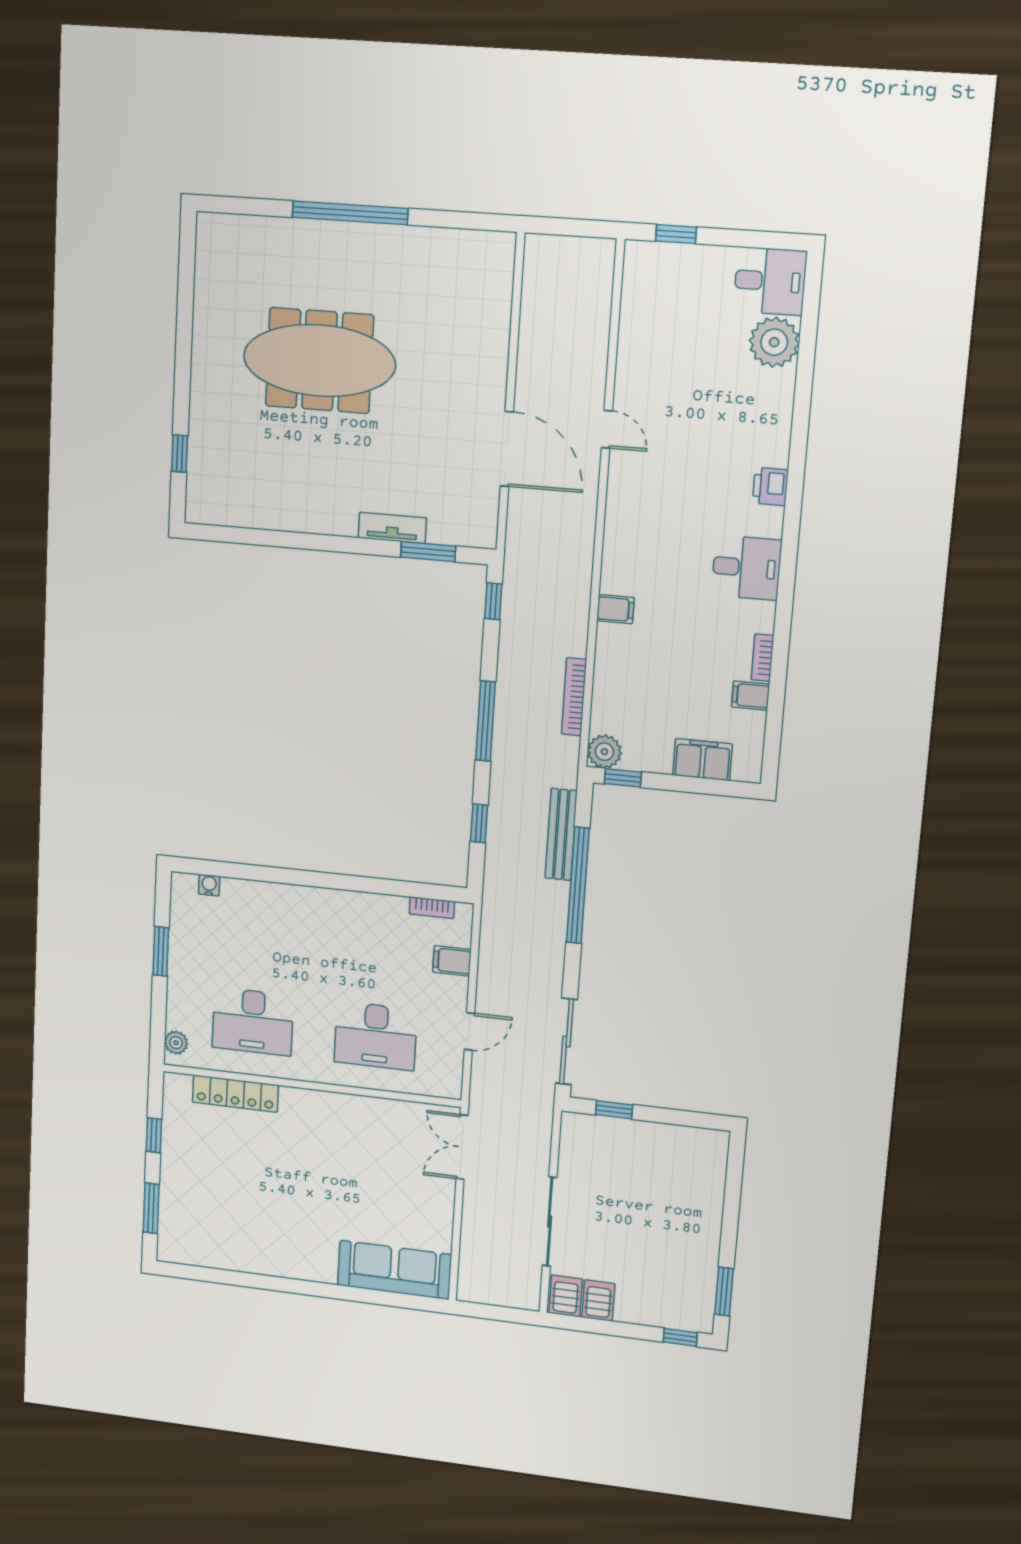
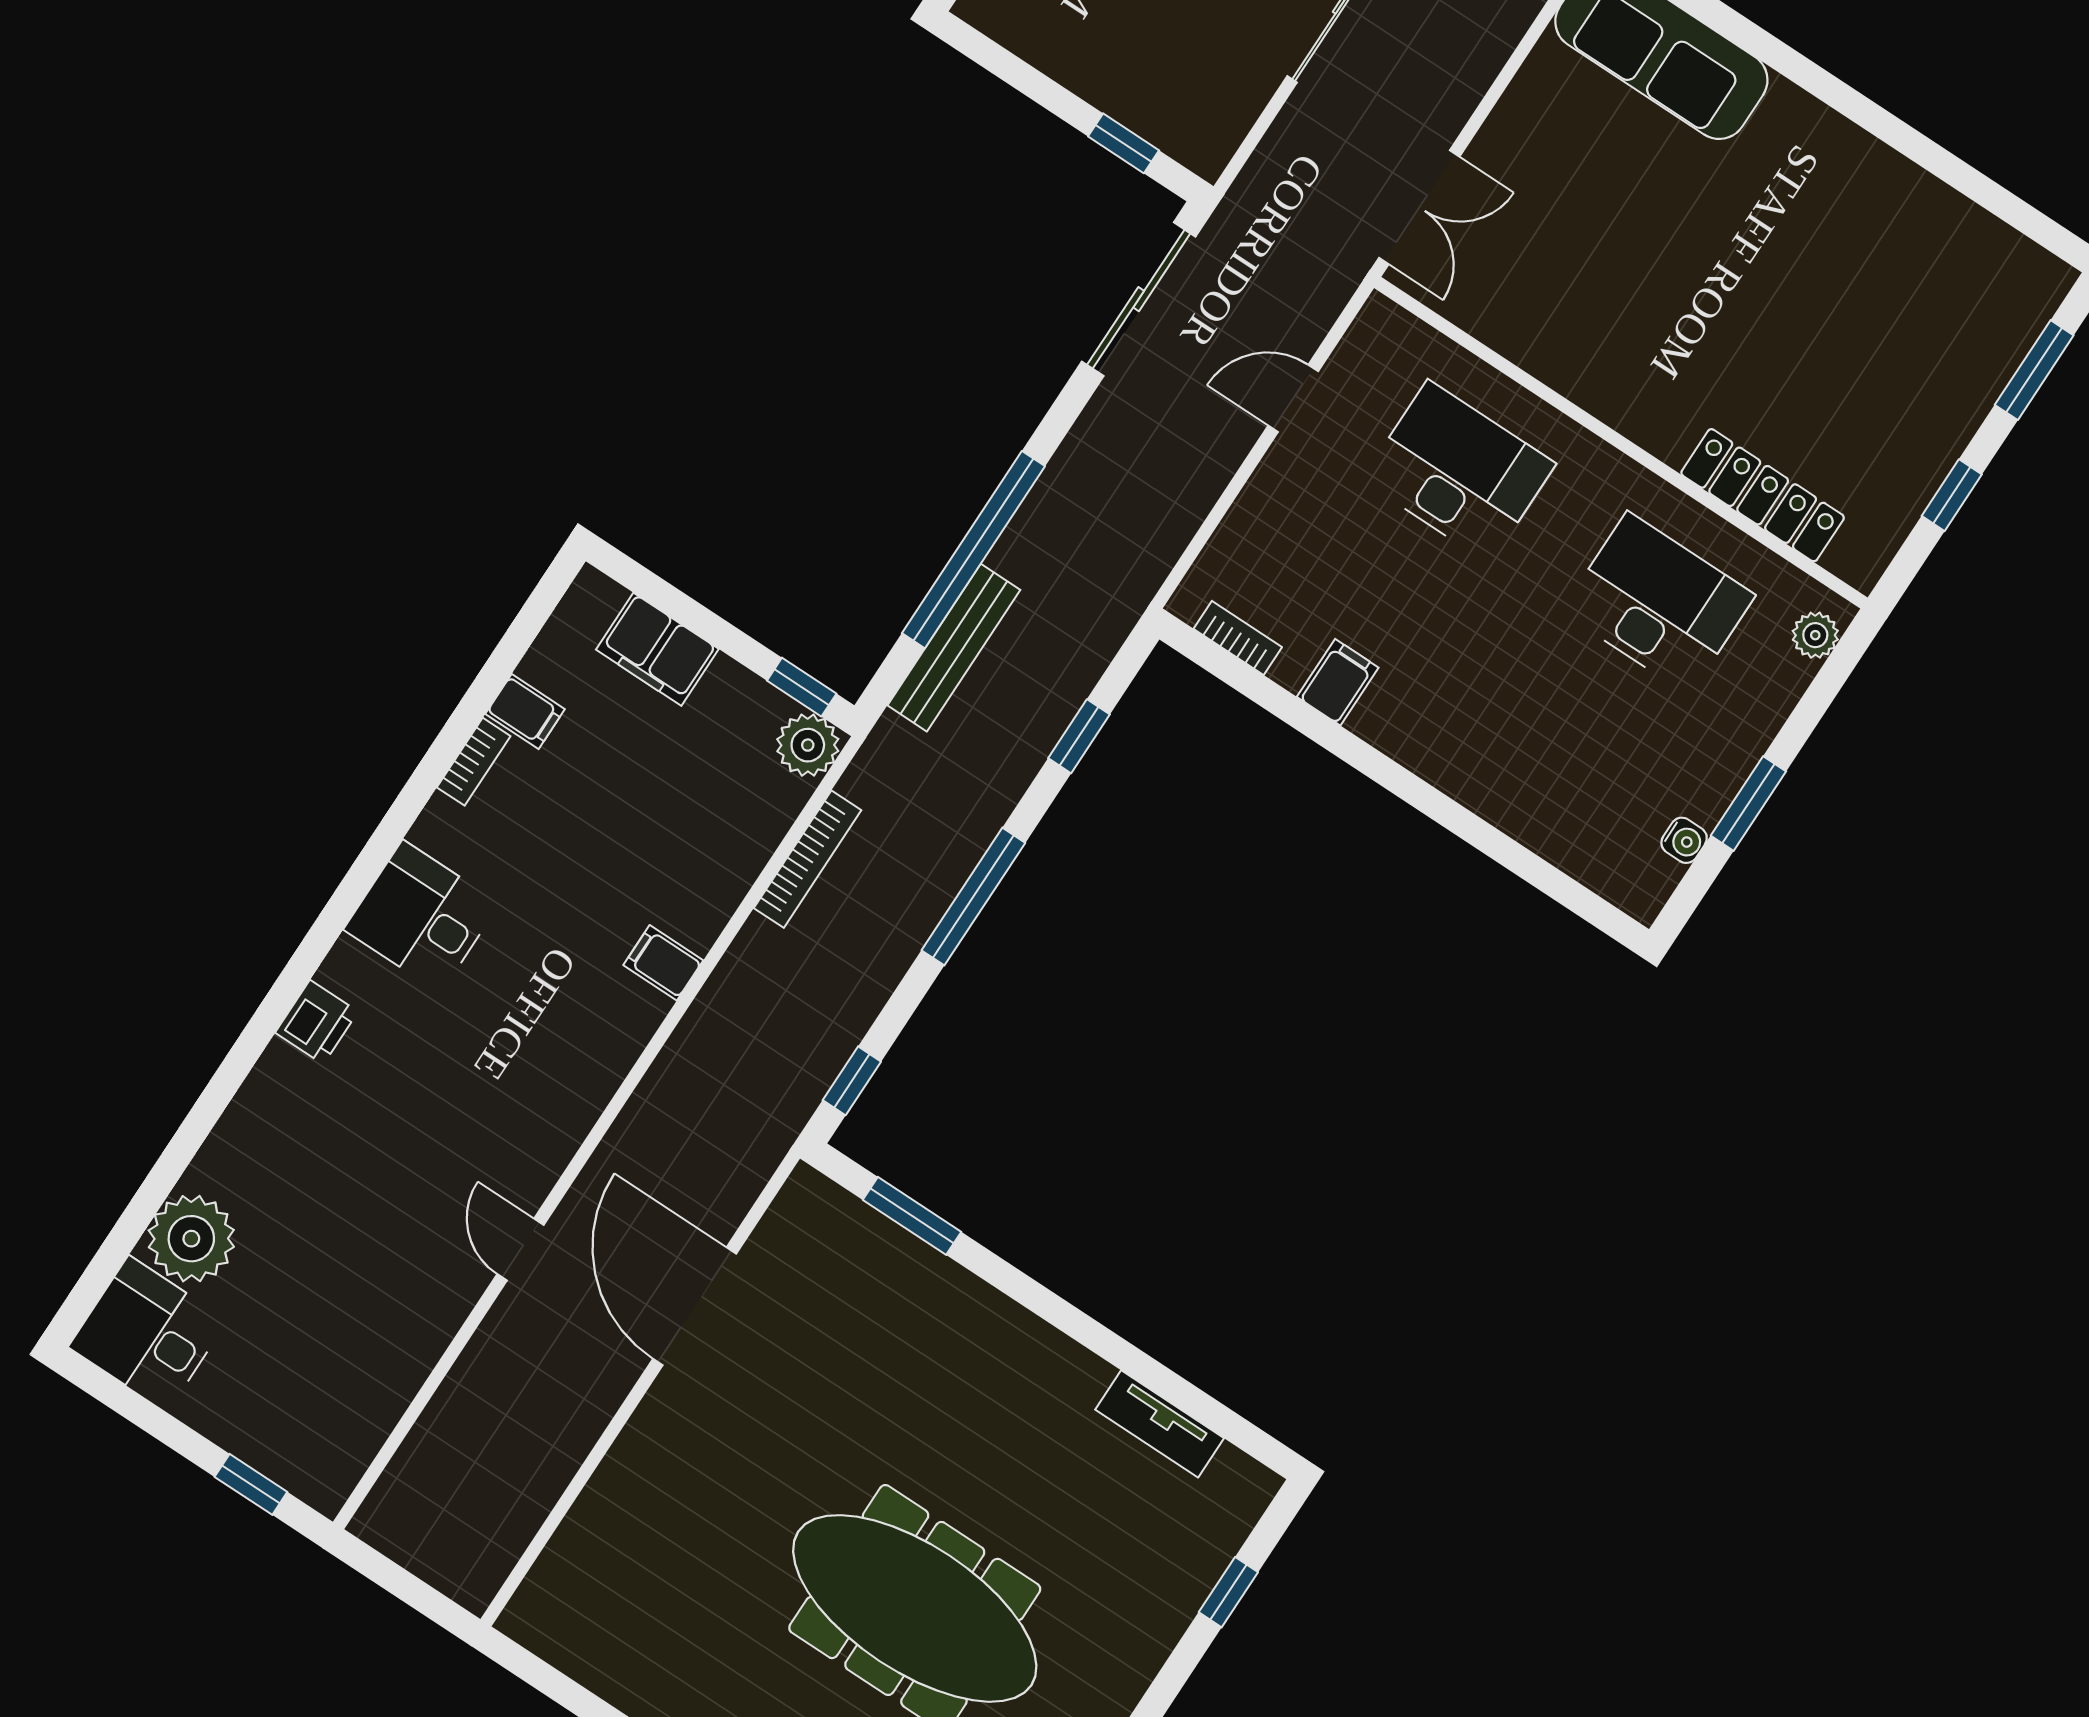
tv unit: (392, 528) -> (1160, 1424), moved
water cooler: (209, 885) -> (1684, 840), moved, turned -90
filing cabinet: (452, 961) -> (1338, 682), moved, turned -90

